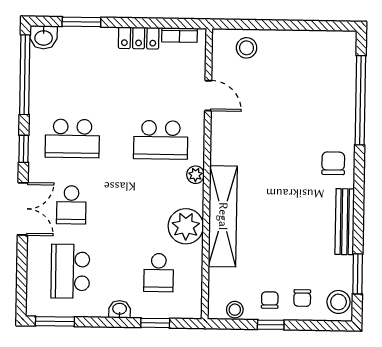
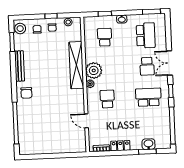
washbasin: (44, 37) -> (148, 144), moved
stool: (247, 48) -> (70, 144), removed
school desk: (161, 140) -> (107, 99), width x0.54
school desk: (71, 205) -> (147, 66), turned 180
plant: (186, 226) -> (94, 70), moved

